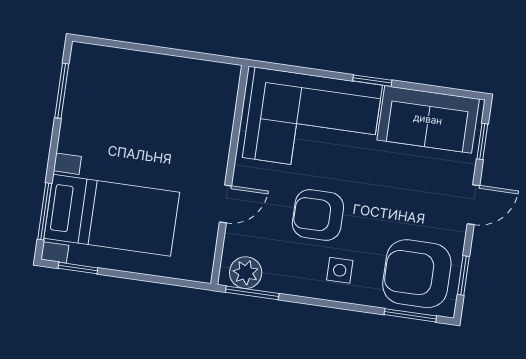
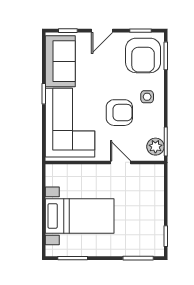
door: (473, 205) -> (102, 31), swing flipped
bed with nightstands: (112, 215) -> (80, 216), moved, turned 90
armchair: (318, 215) -> (119, 113), turned -90

